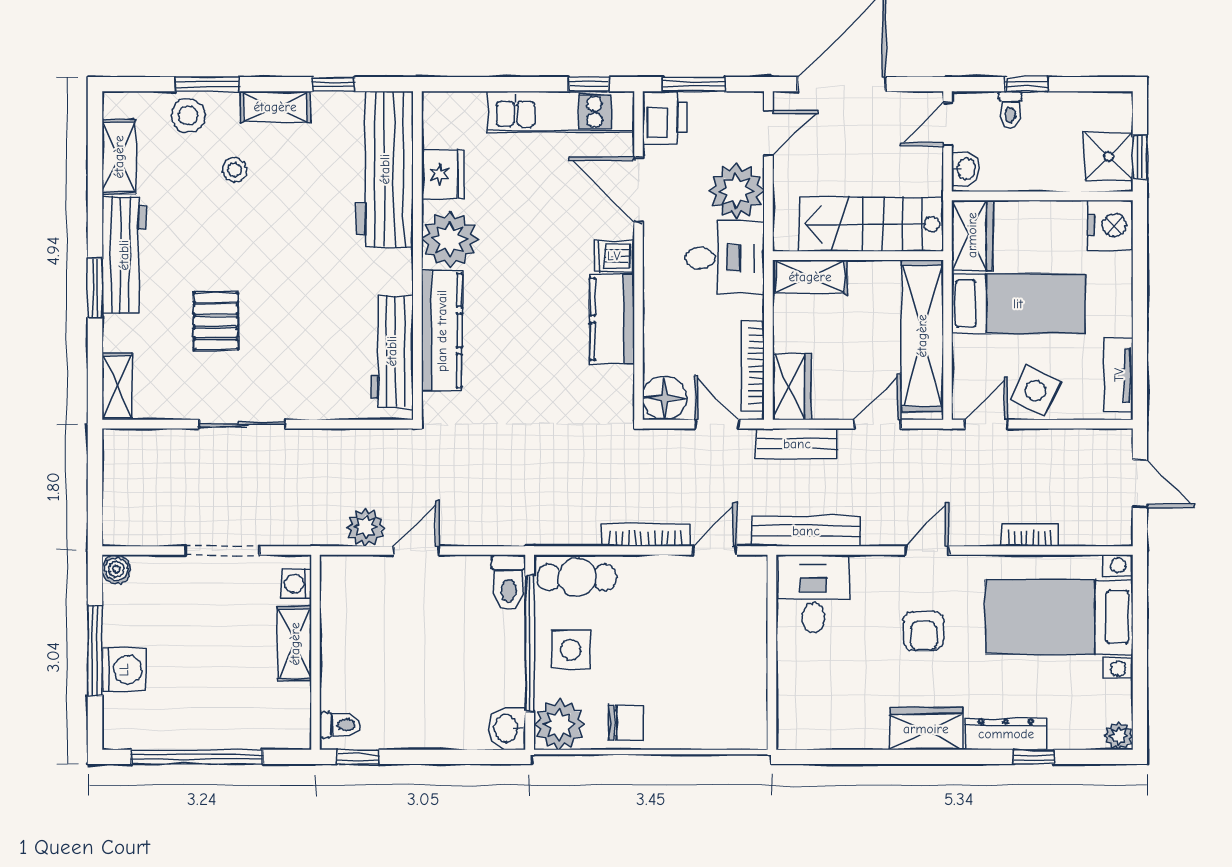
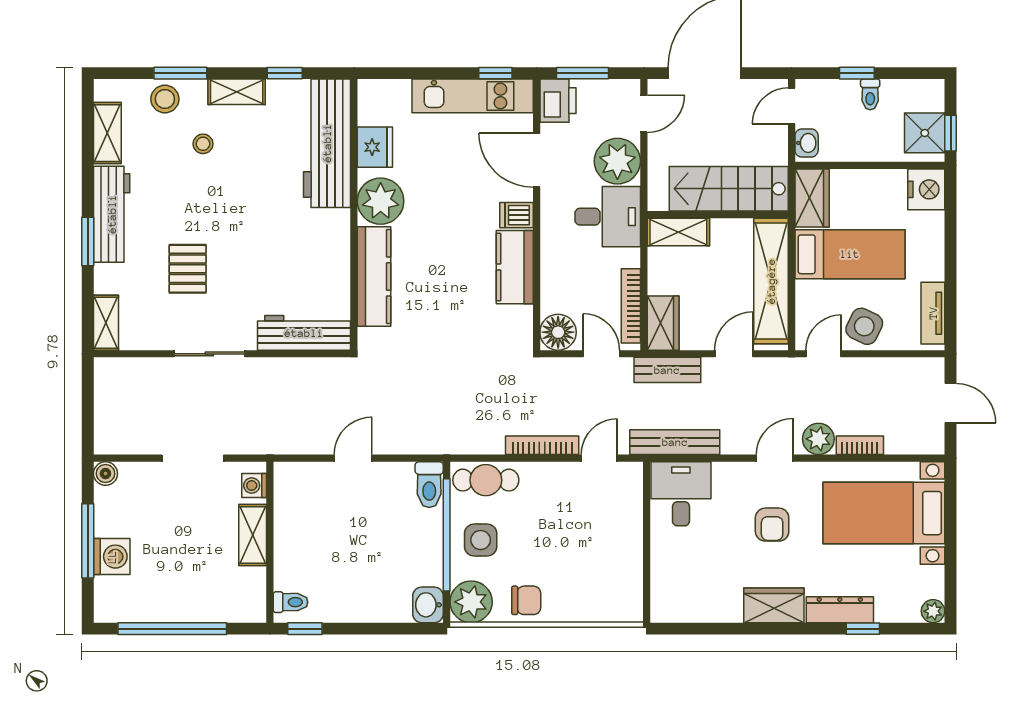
toilet: (1010, 110) -> (870, 94), moved
workbench: (392, 351) -> (304, 333), moved, turned 90
plant: (366, 527) -> (818, 439), moved

